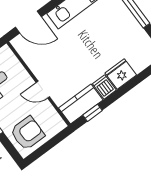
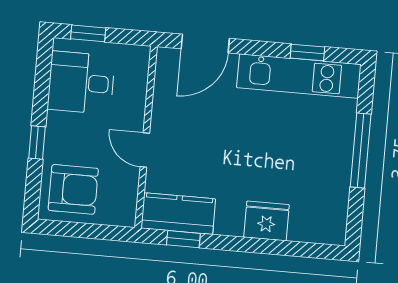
door: (28, 22) -> (205, 44), hinge flipped
dishwasher: (104, 87) -> (230, 219), removed

